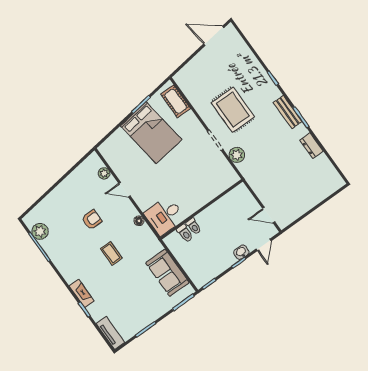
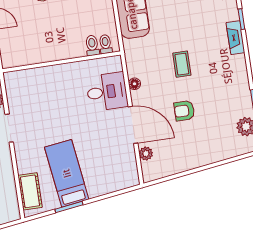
bed: (151, 133) -> (67, 173), width x0.67
door: (124, 190) -> (133, 125), width x1.88
desk: (165, 216) -> (107, 92), moved
toilet: (194, 226) -> (105, 44), moved

